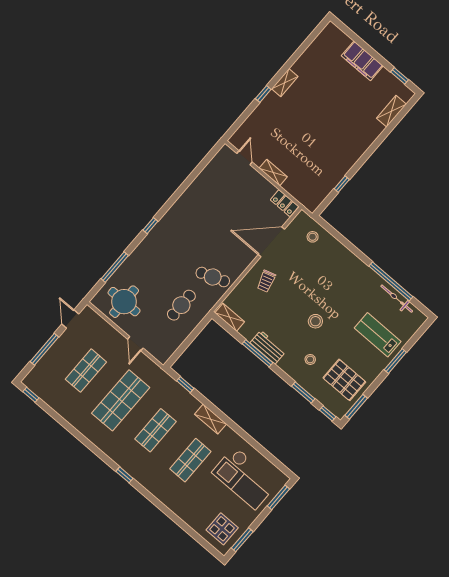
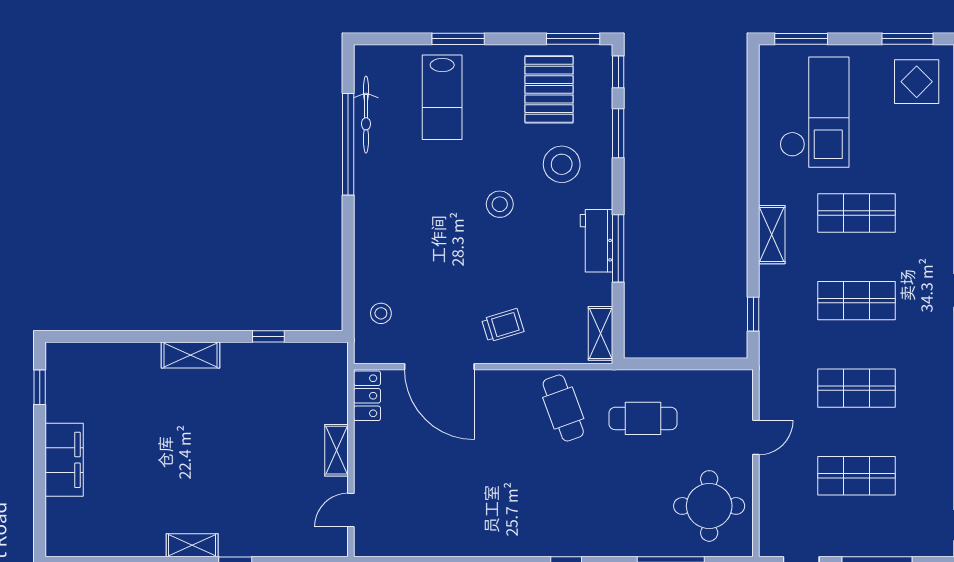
shelving: (391, 111) -> (191, 355), moved
stool: (310, 359) -> (562, 164), width x1.89, depth x1.89
shop shelf: (121, 400) -> (856, 388), width x0.70, depth x0.74

